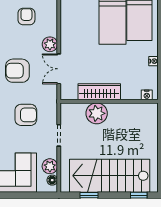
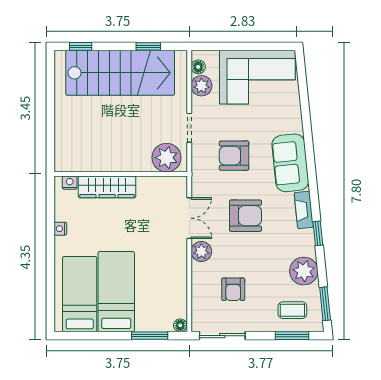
wardrobe: (99, 92) -> (107, 187), moved
plant: (97, 113) -> (167, 158), moved

